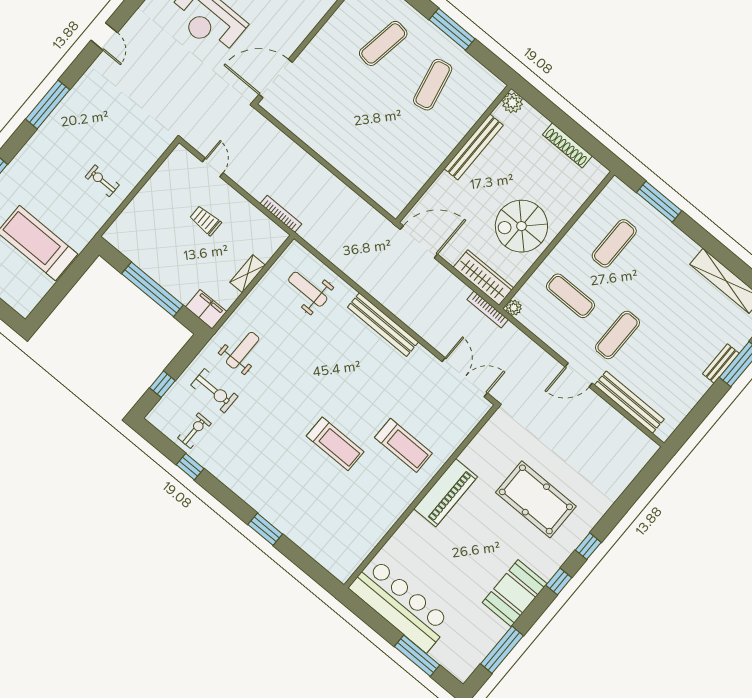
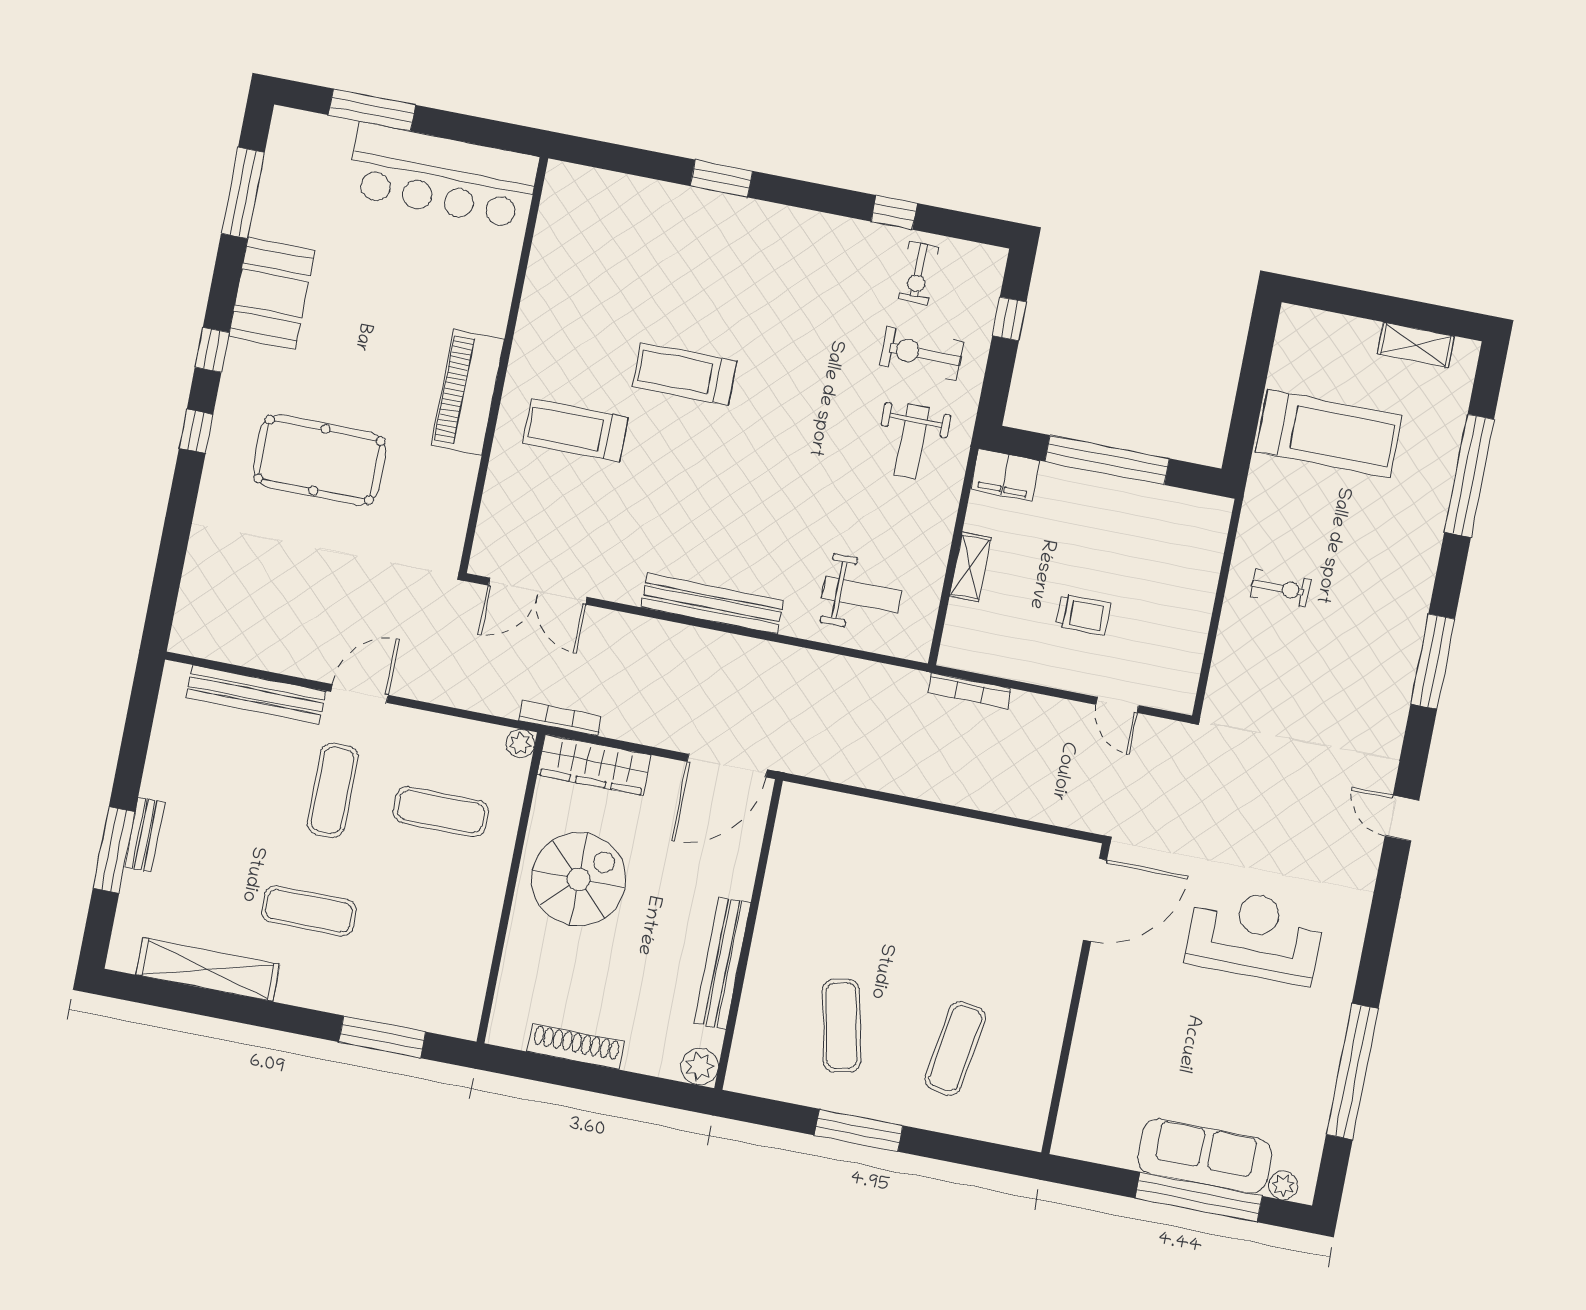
exercise mat: (614, 243) -> (309, 911), moved, turned 90

